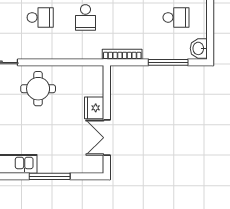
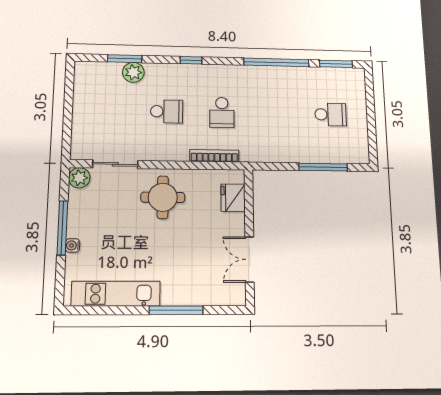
washbasin: (199, 48) -> (359, 151), removed
bookcase: (122, 54) -> (214, 156), moved
fridge: (94, 108) -> (233, 198), moved

